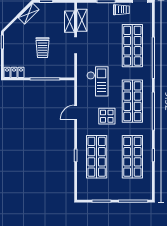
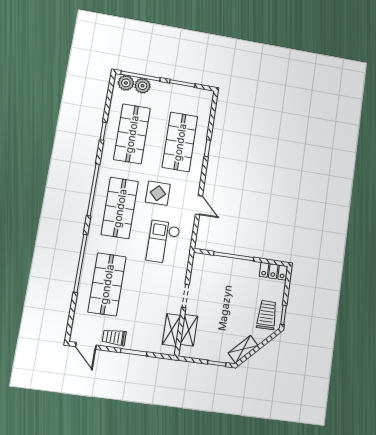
trolley: (42, 48) -> (267, 315), moved
door: (76, 112) -> (199, 205), hinge flipped
plant: (131, 194) -> (143, 86), added
plant: (143, 194) -> (126, 83), added

